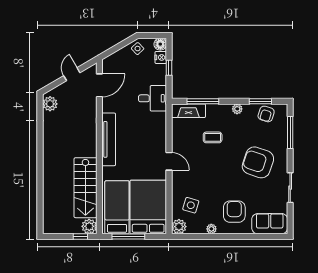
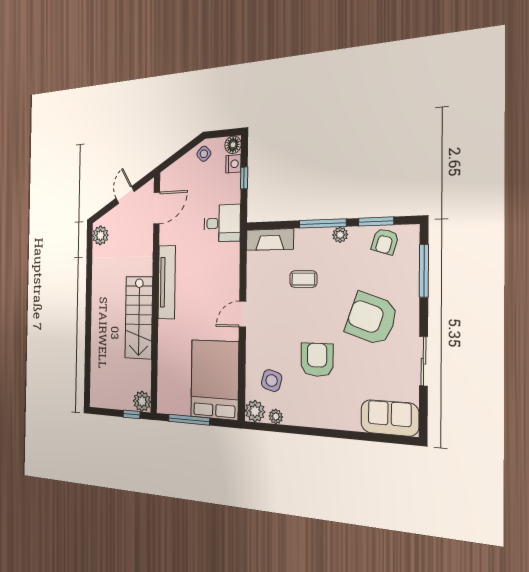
window: (203, 101) -> (323, 223), moved
door: (169, 161) -> (243, 314), swing flipped
stairs: (85, 188) -> (139, 318), moved
bed: (117, 207) -> (175, 377), removed
armchair: (234, 212) -> (317, 360), moved
plant: (211, 229) -> (276, 417), moved

